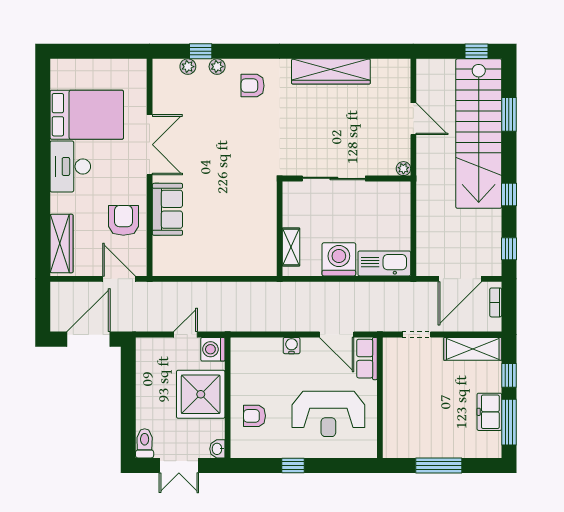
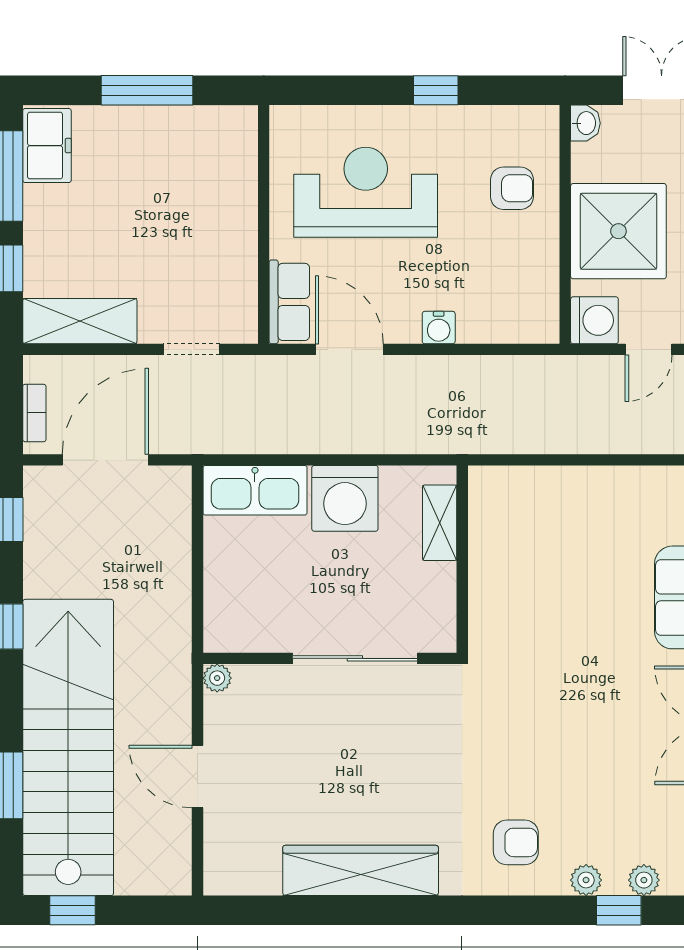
freezer: (489, 412) -> (47, 146), moved

